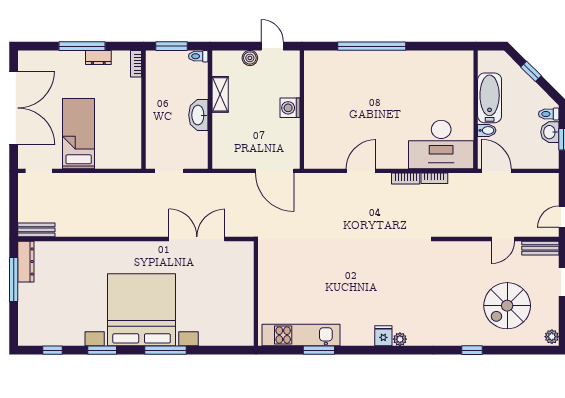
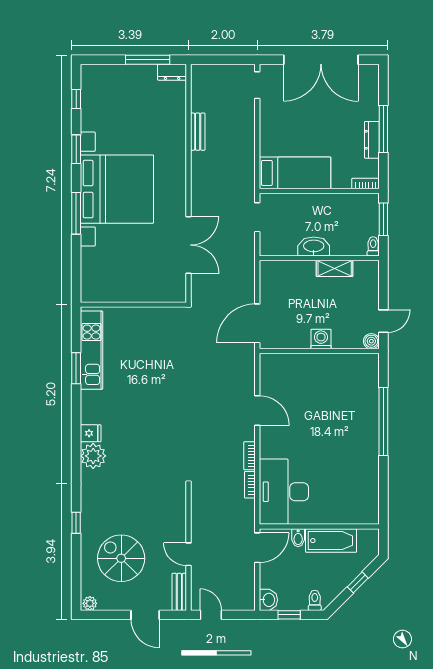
dresser: (98, 57) -> (372, 140), width x1.44
boiler: (250, 58) -> (371, 341), moved
washbasin: (550, 132) -> (268, 600), moved, turned 90
bed: (79, 134) -> (295, 173), moved
bench: (36, 230) -> (198, 132), moved
dresser: (26, 262) -> (172, 72), width x0.70
plant: (400, 339) -> (93, 456), width x1.87, depth x1.87

